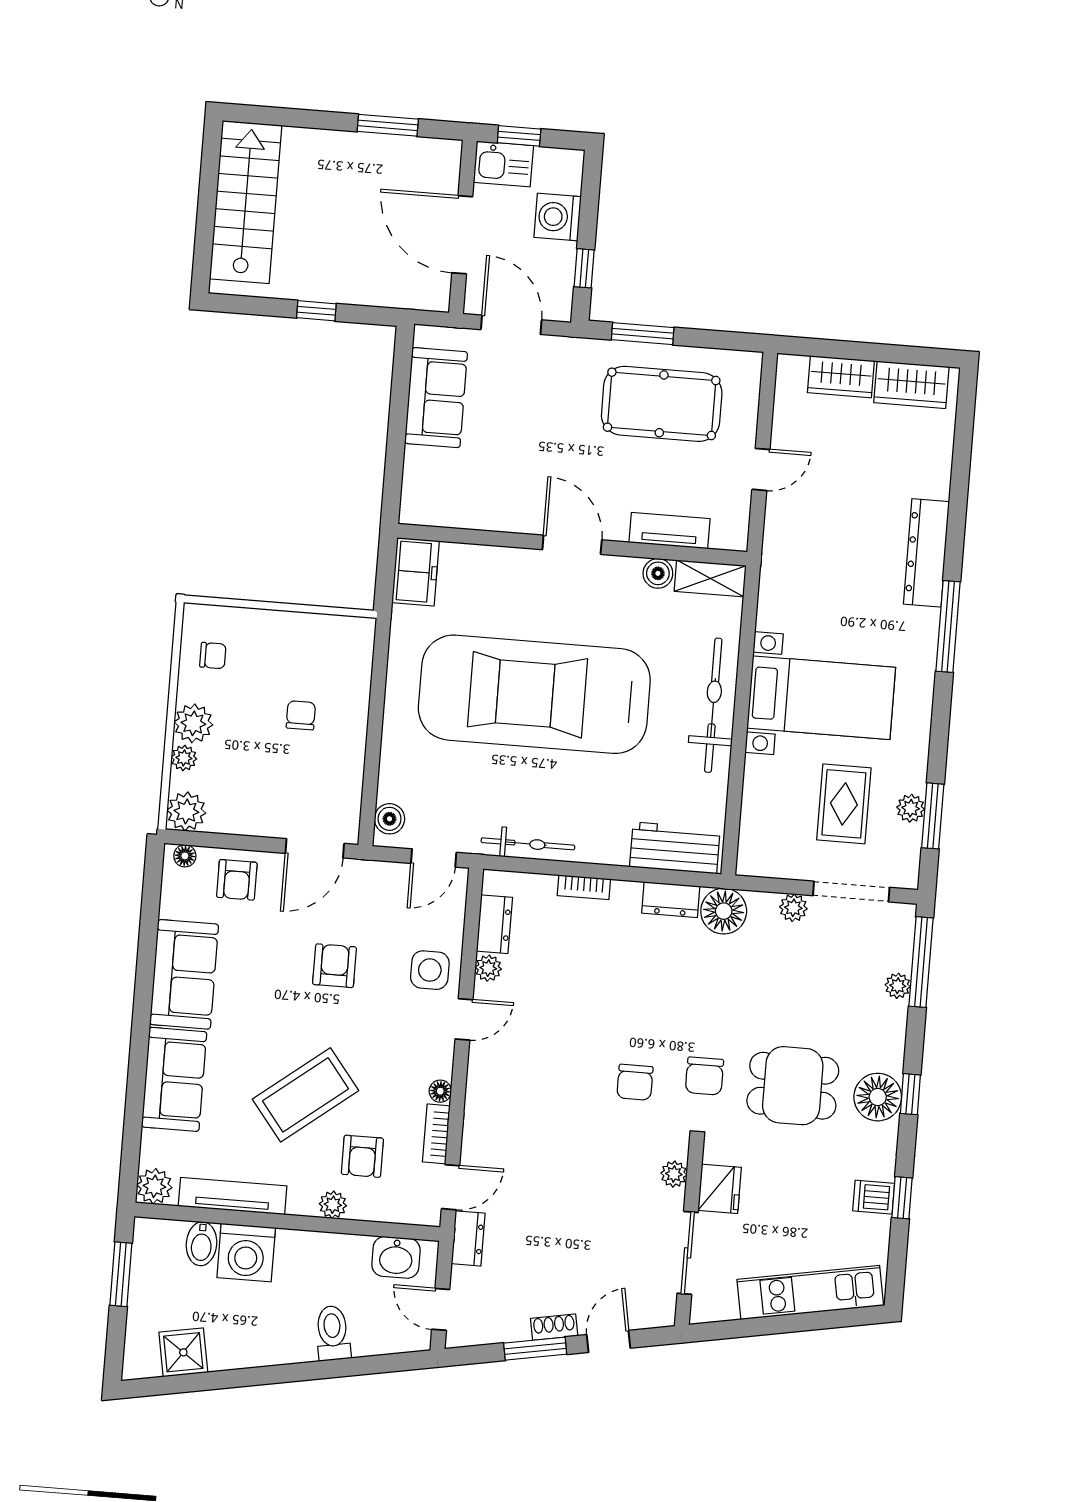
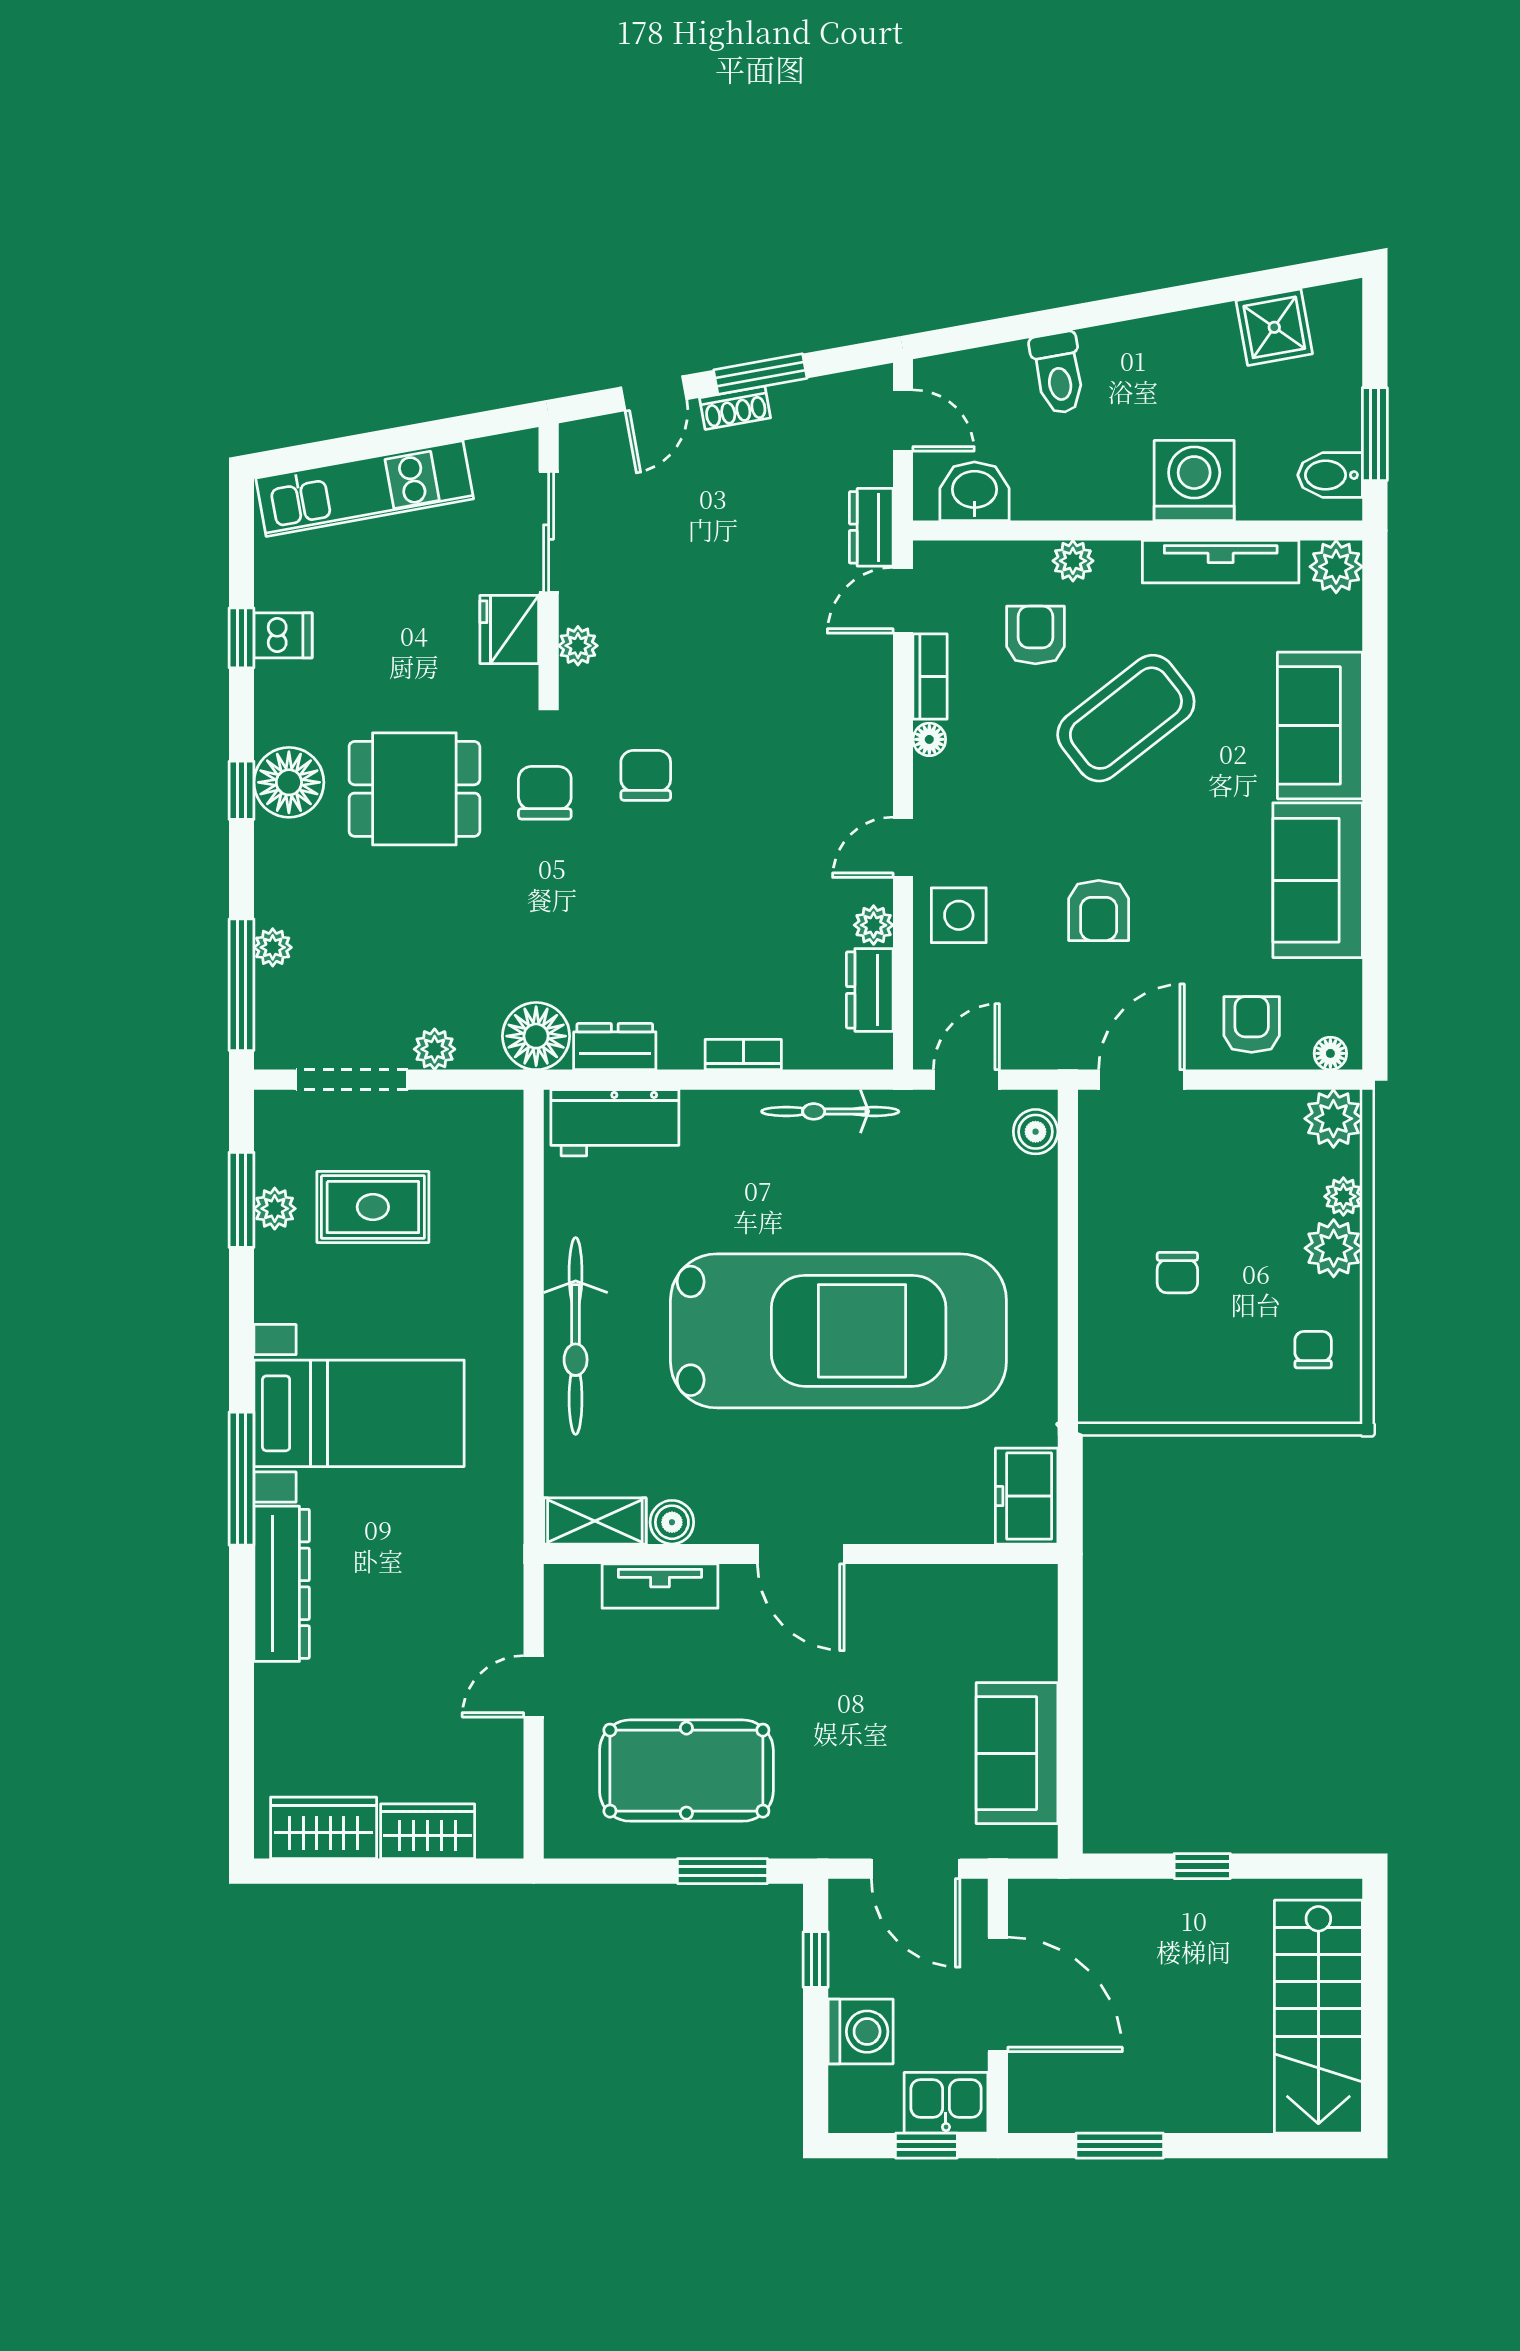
chair: (213, 656) -> (1313, 1350), turned 90
bed with nightstands: (821, 698) -> (359, 1413), moved, turned 180
rug: (844, 804) -> (373, 1207), turned 90
bidet: (201, 1244) -> (1330, 475), moved, turned -90

